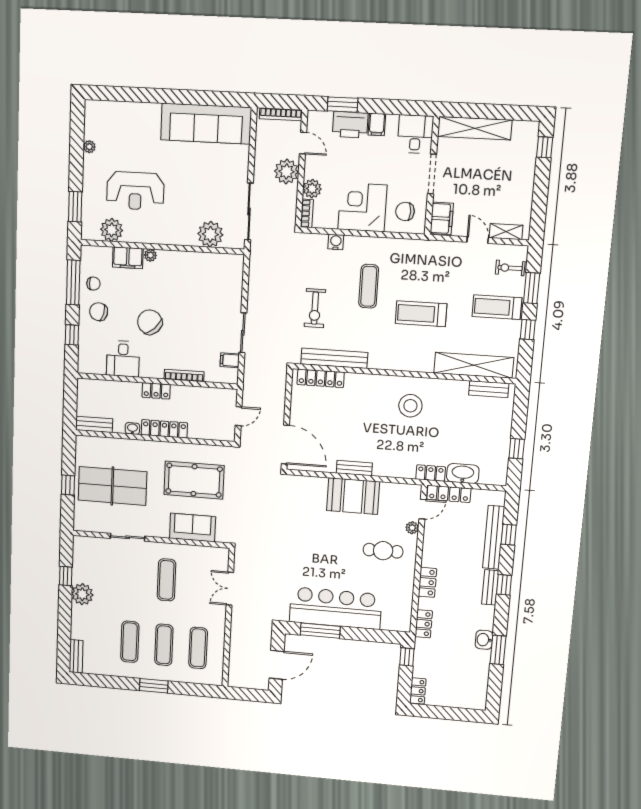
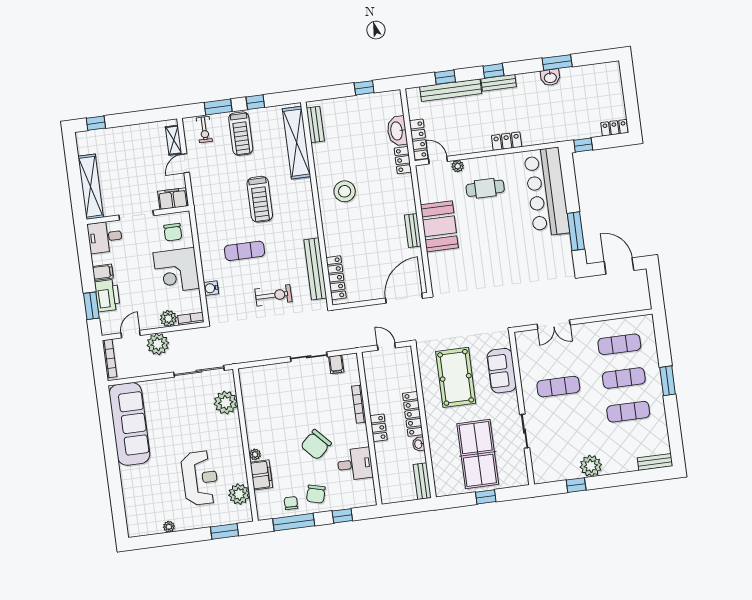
cafe table: (383, 551) -> (485, 188), turned 90
bar counter: (335, 608) -> (547, 192), moved
locker: (424, 624) -> (547, 136), removed

